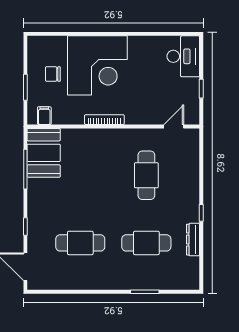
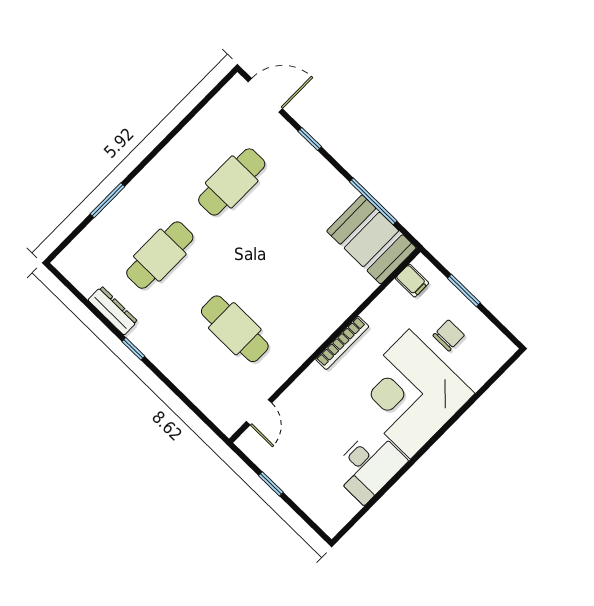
desk: (183, 56) -> (369, 466), moved, turned -90

